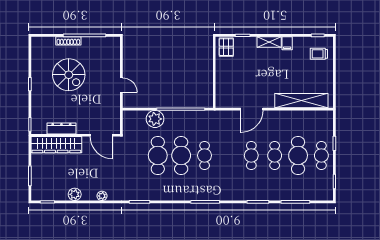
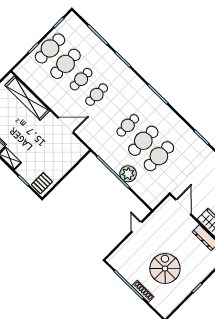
plant: (155, 119) -> (128, 174), moved
cafe table: (321, 155) -> (50, 48), width x1.37, depth x1.35

